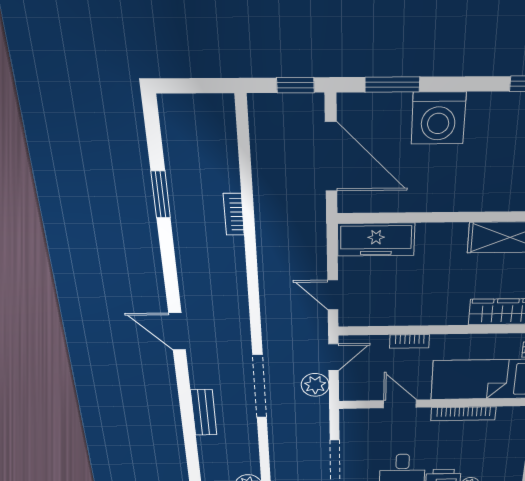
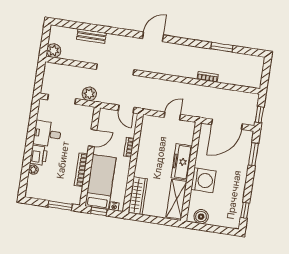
washing machine: (438, 118) -> (203, 180), moved, turned 180
freezer: (376, 240) -> (182, 162), moved
door: (333, 295) -> (172, 116), moved
plant: (315, 385) -> (89, 94), moved
bench: (204, 413) -> (91, 36), moved

